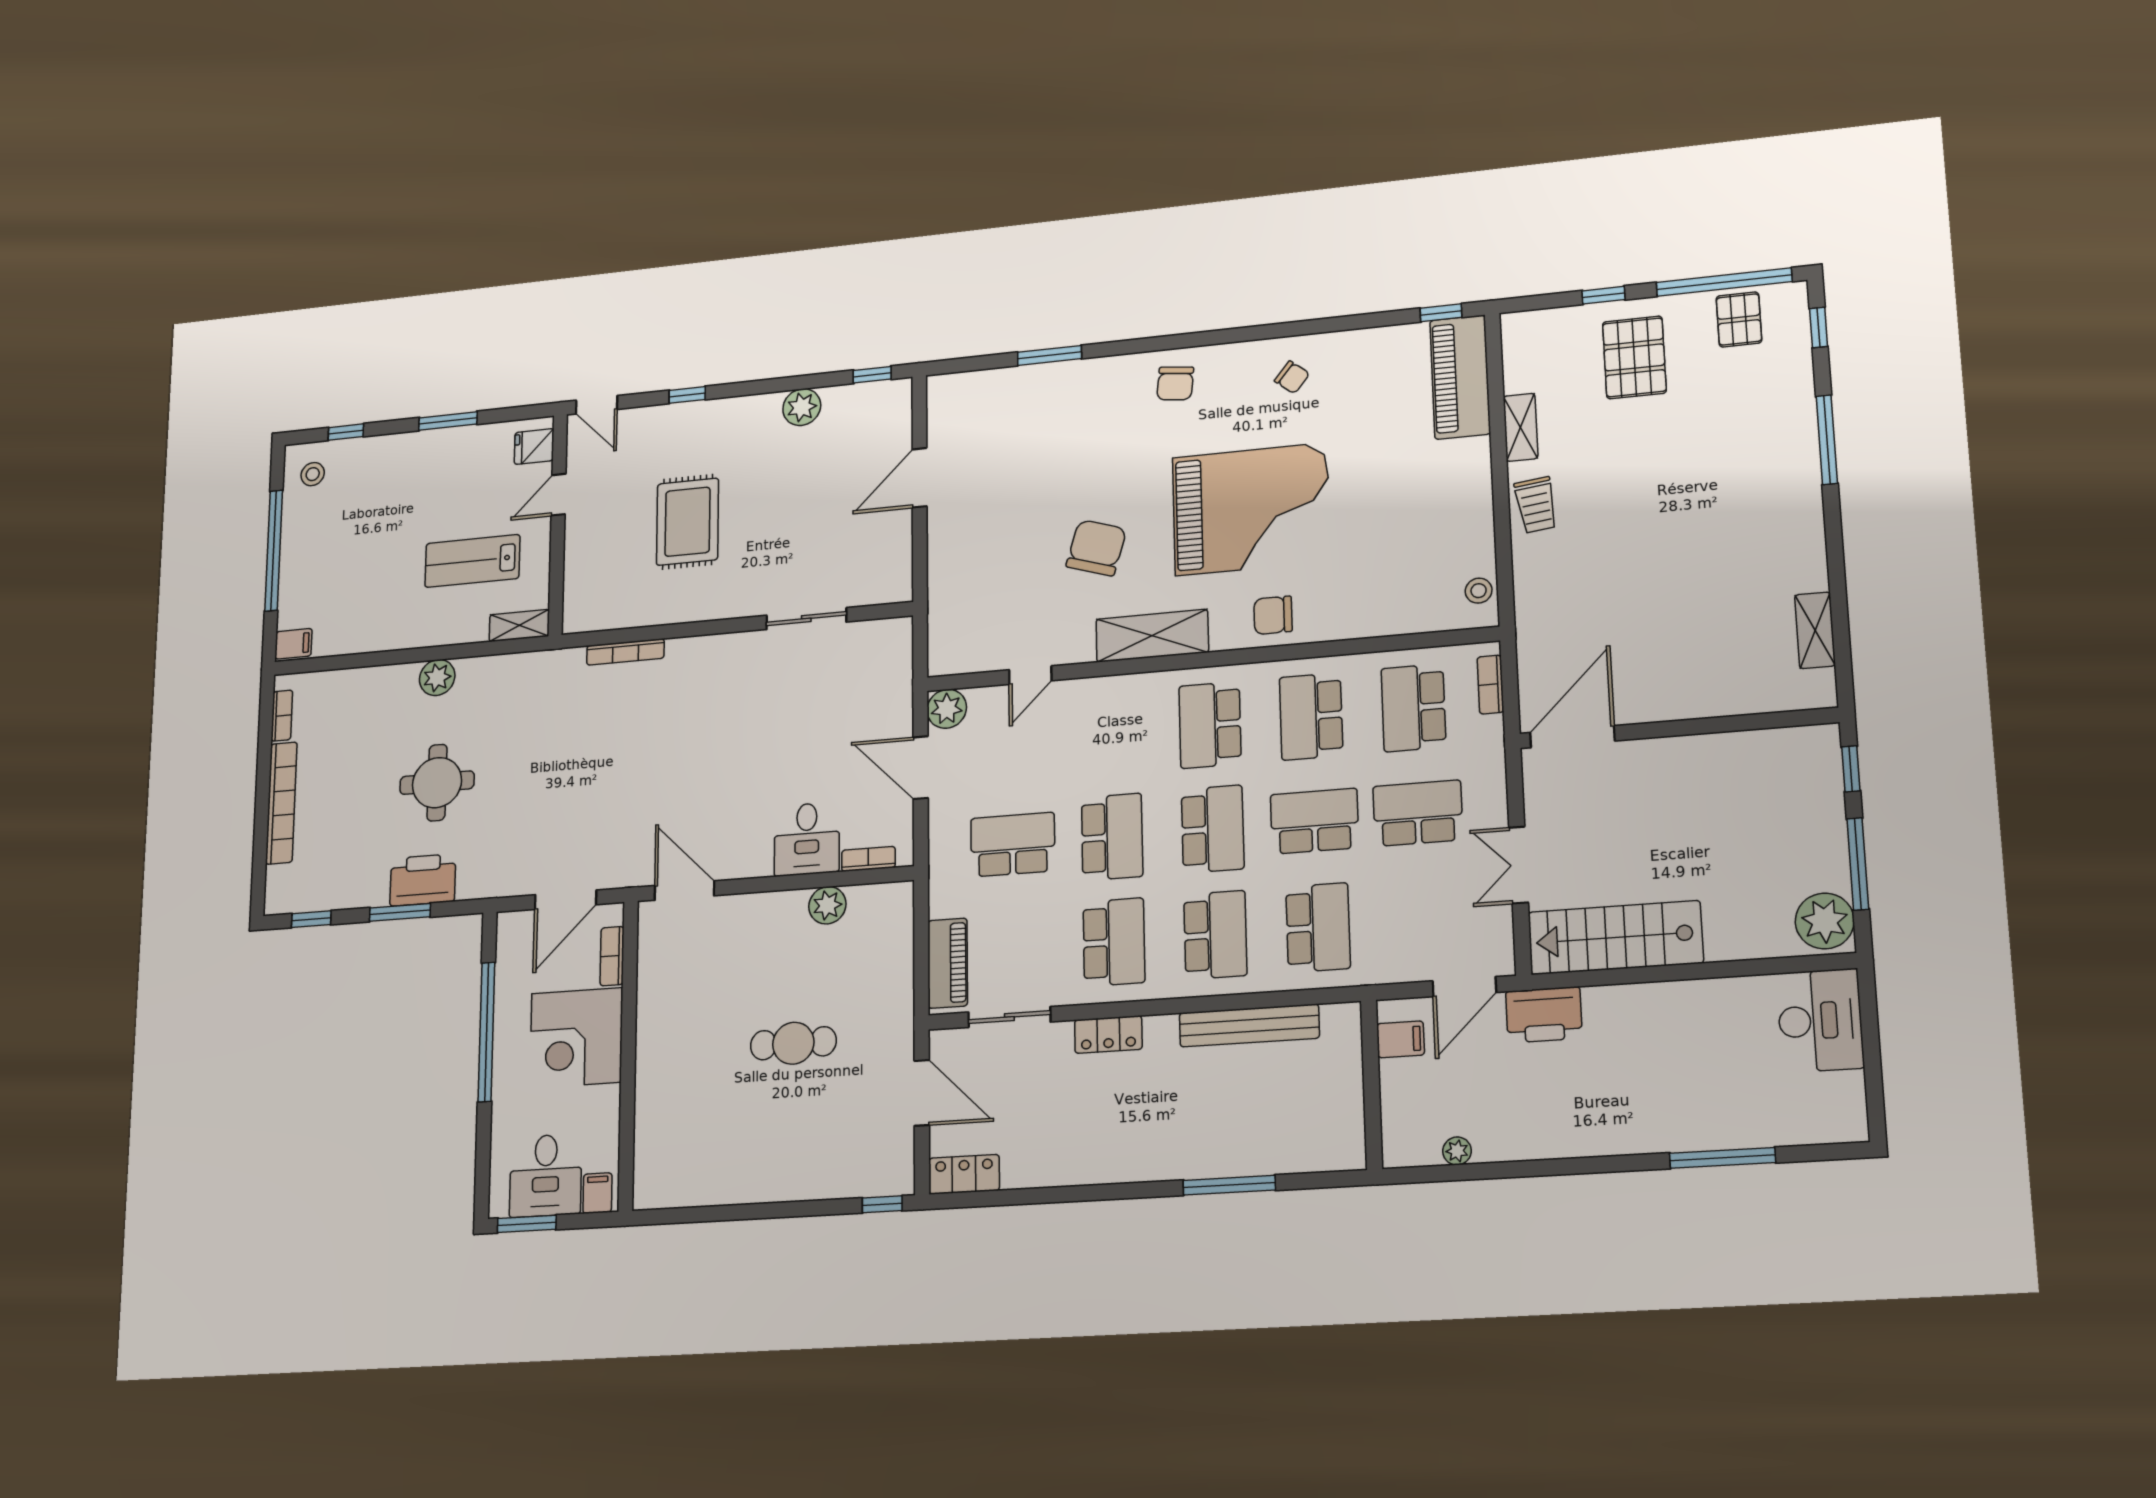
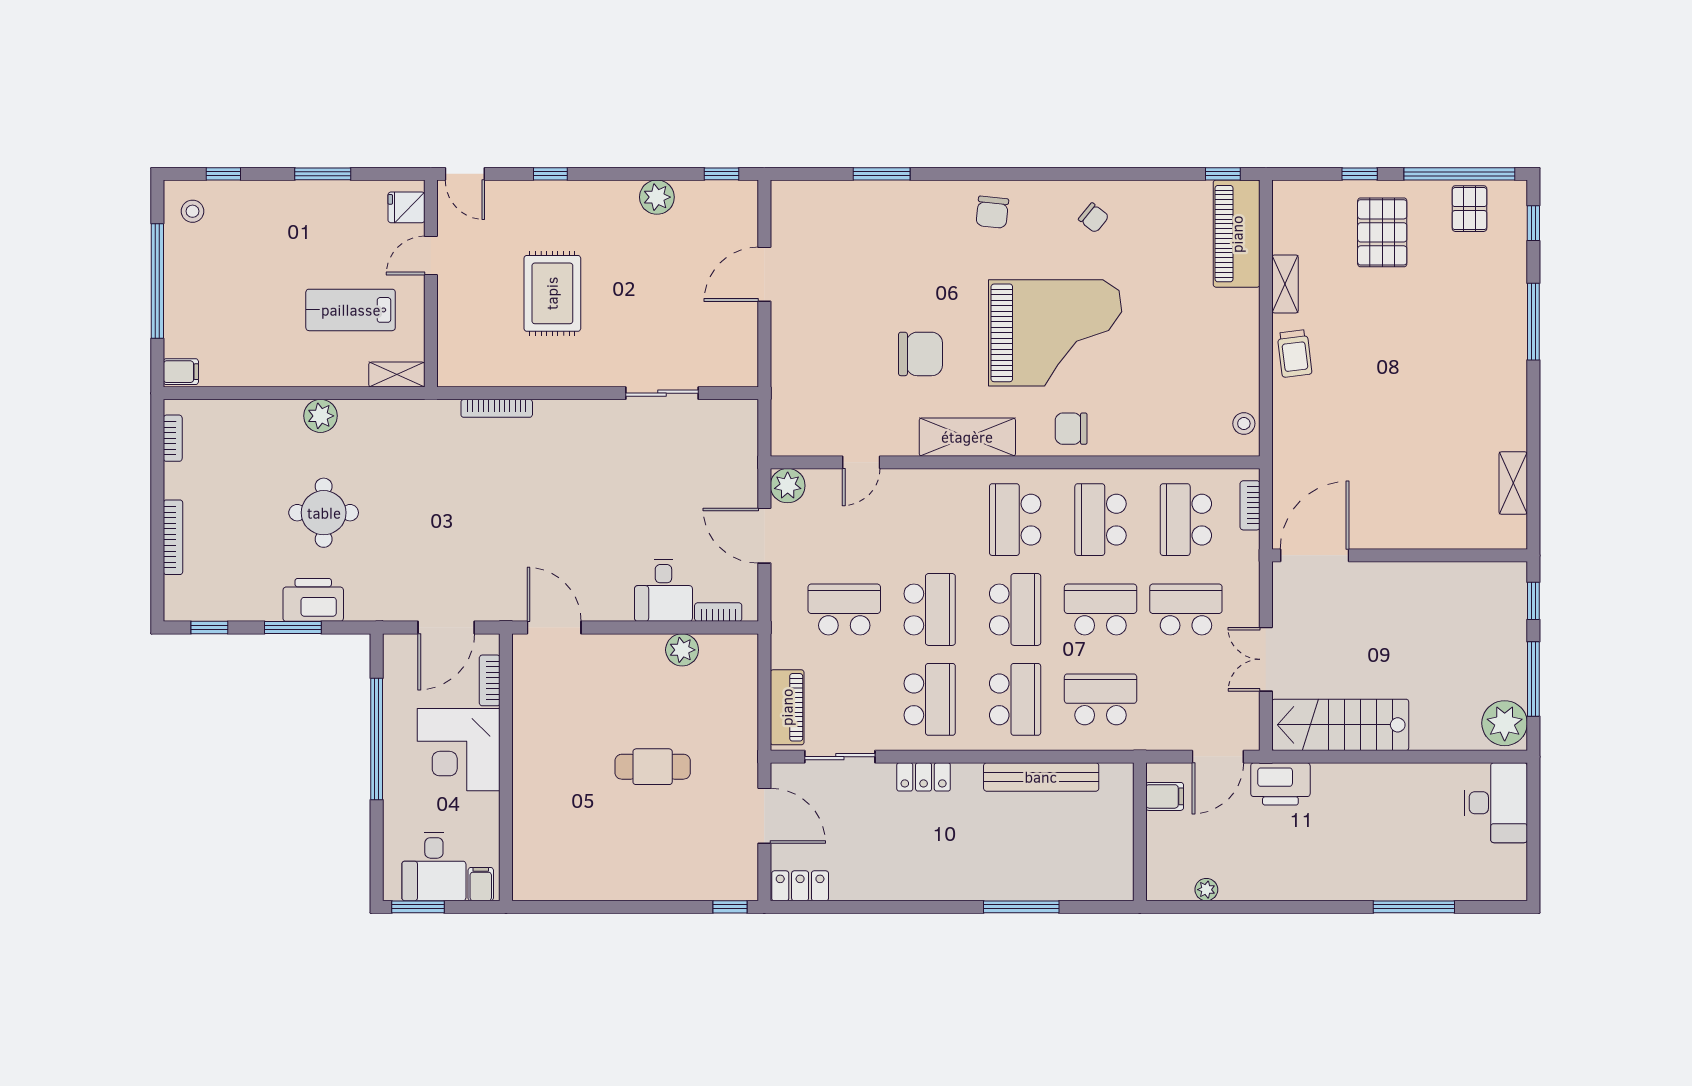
chair: (1096, 548) -> (920, 354), turned 73
bookcase: (281, 803) -> (173, 537), width x0.68, depth x0.76
school desk: (1318, 928) -> (1101, 699), turned -90

